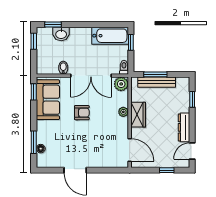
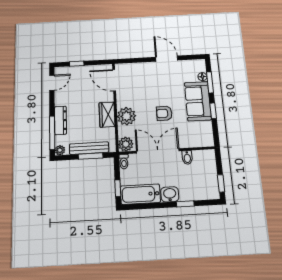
window: (53, 25) -> (185, 204), moved
washbasin: (61, 34) -> (170, 194), moved
plant: (185, 82) -> (60, 150), added
window: (34, 92) -> (213, 111), moved
window: (192, 99) -> (52, 133), width x2.17
sofa: (48, 100) -> (198, 101), moved
plant: (123, 112) -> (126, 116), width x1.87, depth x1.87
dresser: (184, 127) -> (60, 120), moved

